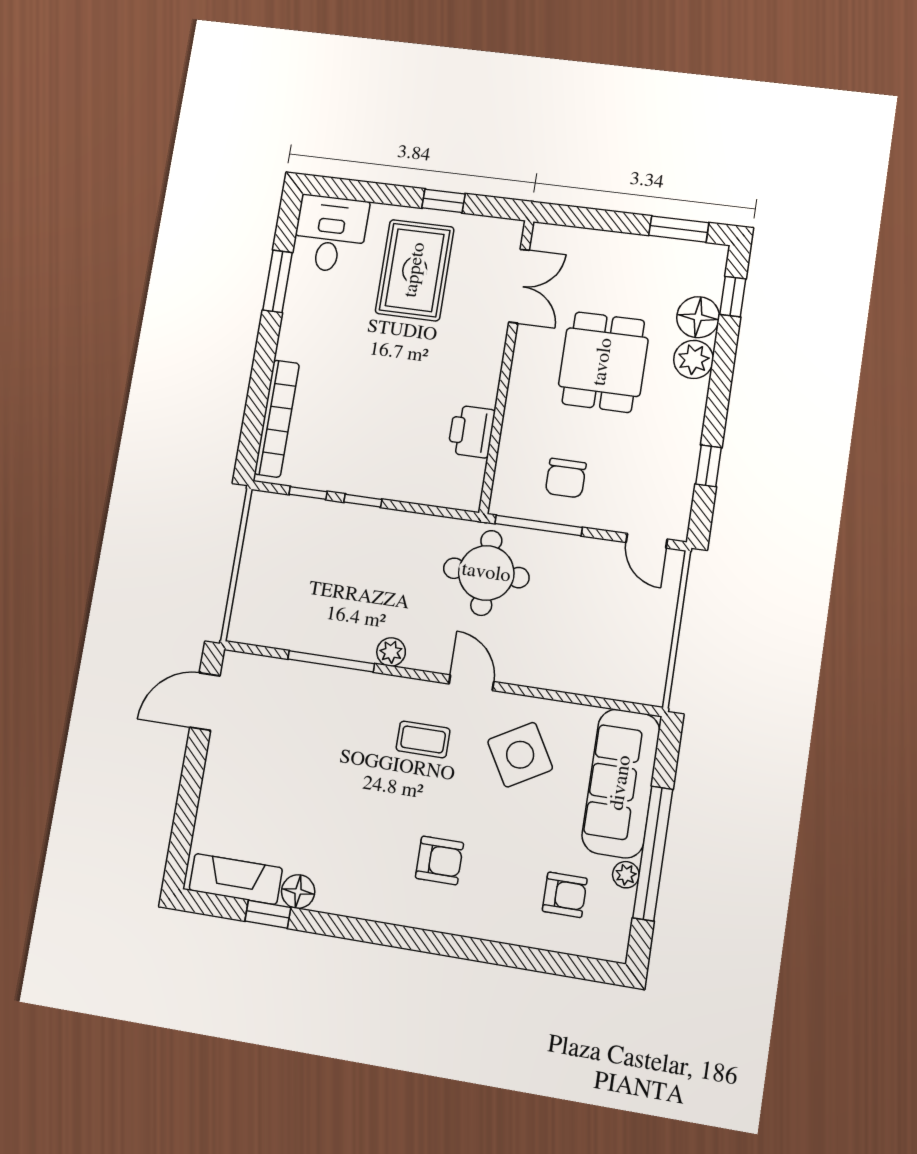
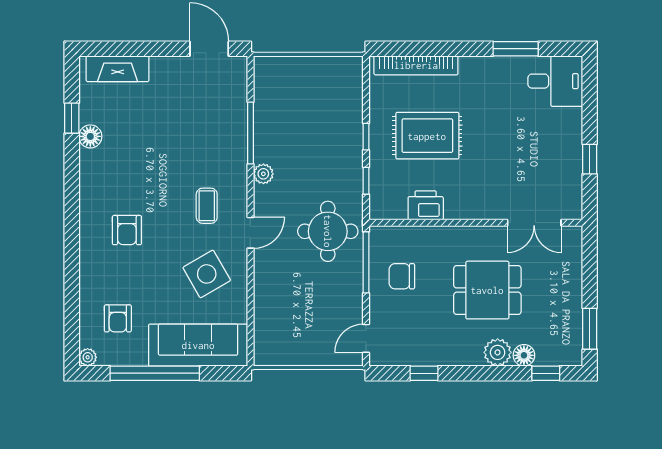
rug: (415, 270) -> (427, 136), moved
floor lamp: (698, 317) -> (524, 355), width x0.73, depth x0.73
window: (308, 493) -> (366, 181), moved
plant: (626, 875) -> (88, 357), moved
fireplace: (236, 879) -> (118, 69), moved, turned 90

